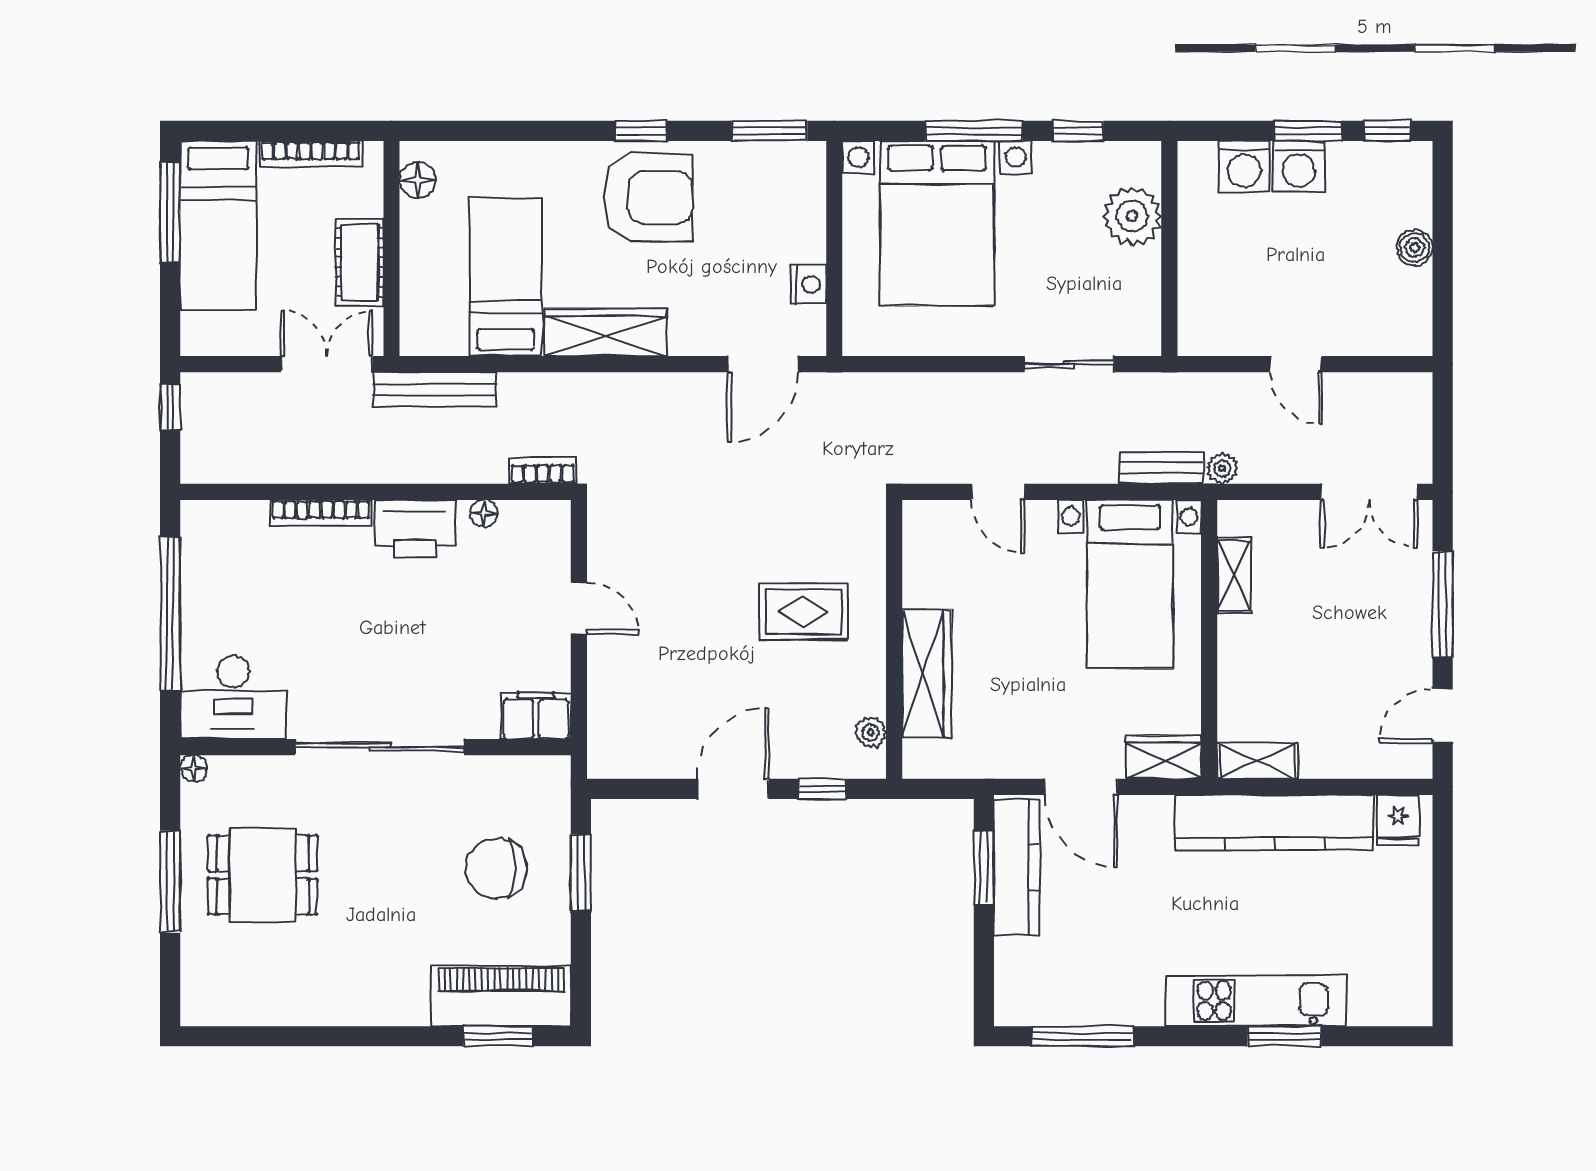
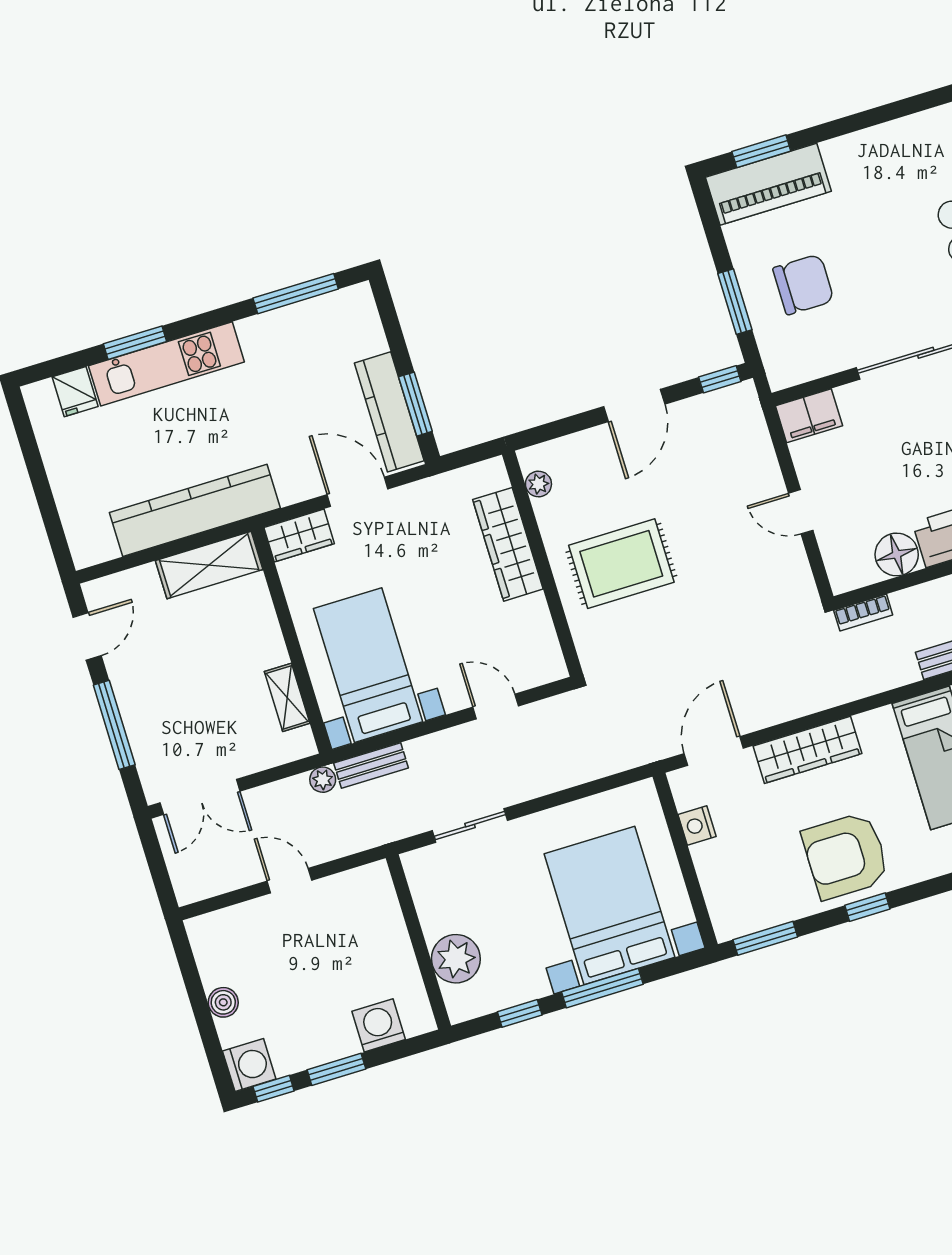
washing machine: (1299, 166) -> (249, 1065), moved, turned 90
wardrobe: (606, 332) -> (808, 750), moved
double door: (1369, 492) -> (200, 797), swing flipped
floor lamp: (484, 513) -> (897, 554), width x1.89, depth x1.89
rug: (803, 612) -> (621, 564), width x1.36, depth x1.43
shelving: (1257, 761) -> (209, 565), width x1.50, depth x1.33
window: (822, 789) -> (720, 379), moved
fridge: (1398, 820) -> (75, 392), moved, turned 180

